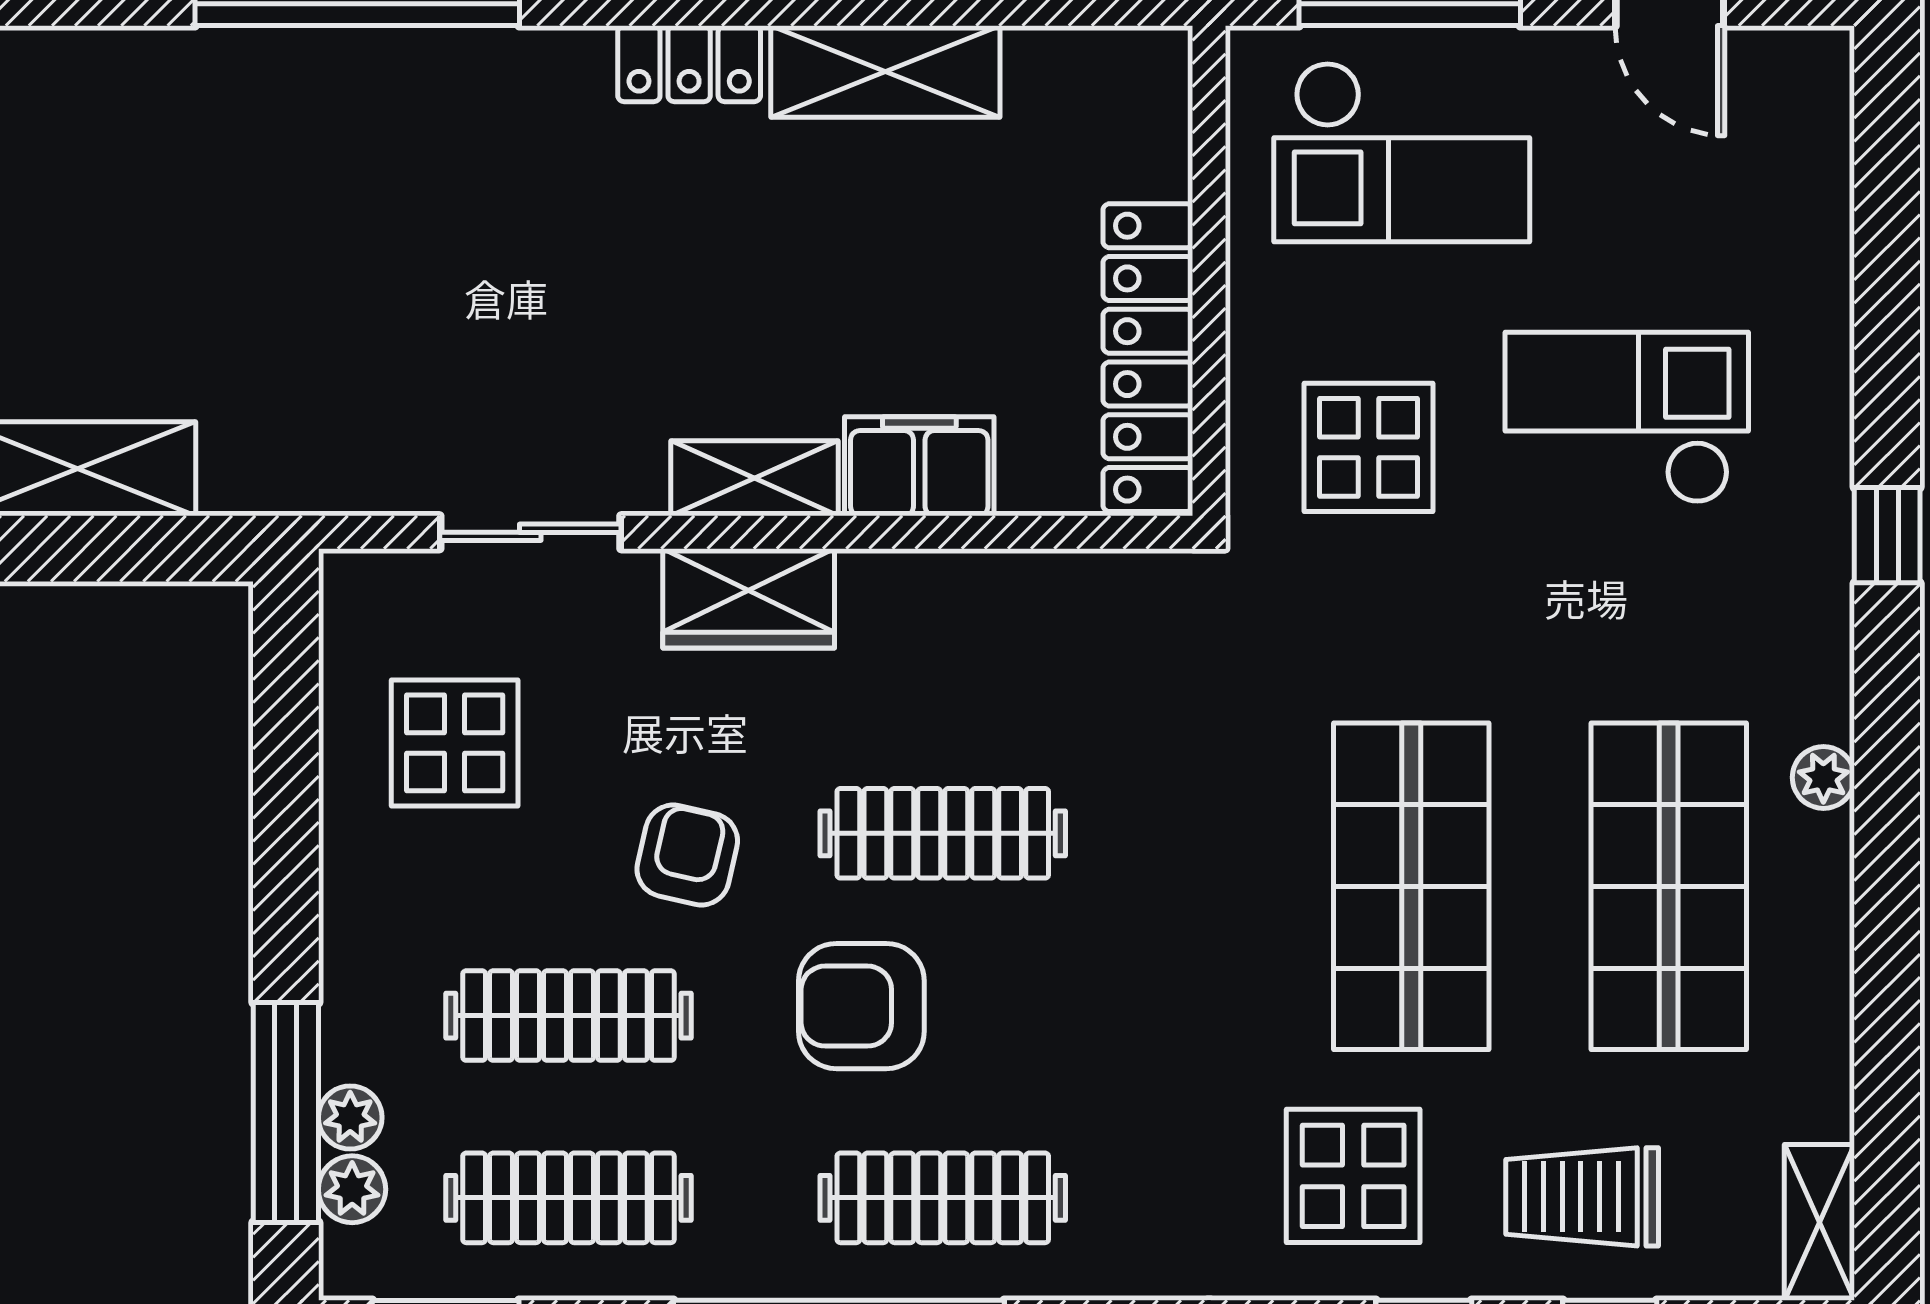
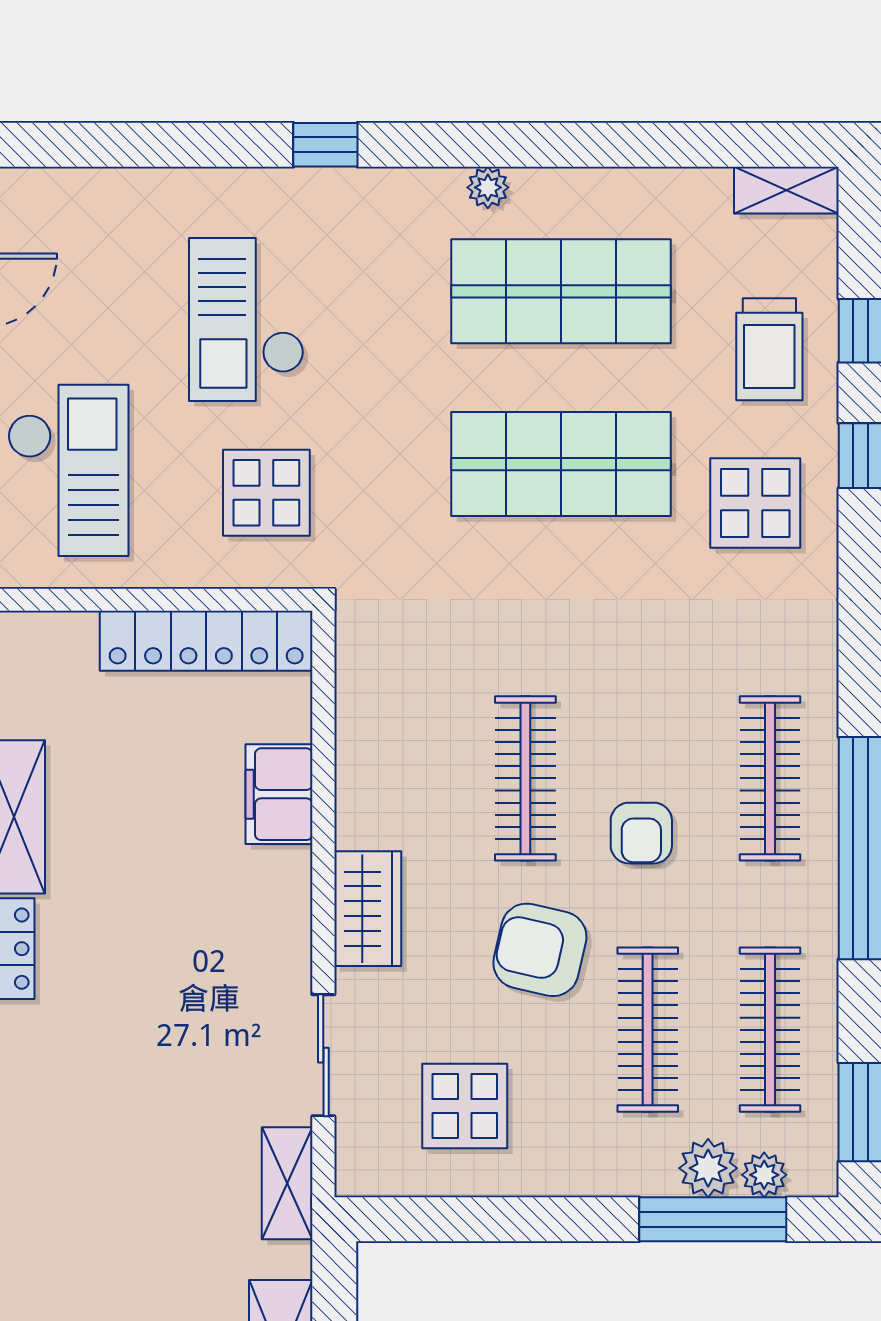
shelving: (755, 478) -> (287, 1183), moved
armchair: (687, 855) -> (540, 950), width x1.38, depth x1.38
armchair: (861, 1006) -> (641, 833), width x0.72, depth x0.72
plant: (350, 1117) -> (708, 1168), width x1.38, depth x1.38

